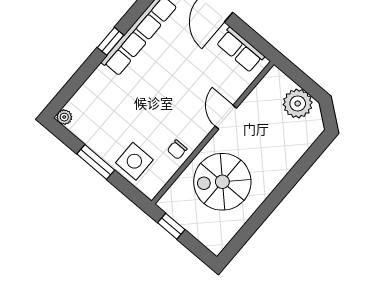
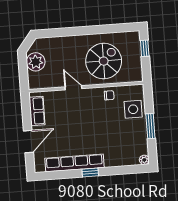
door: (226, 117) -> (73, 88), swing flipped
spiral stairs: (222, 182) -> (104, 61), turned -90
window: (171, 226) -> (145, 48), moved

